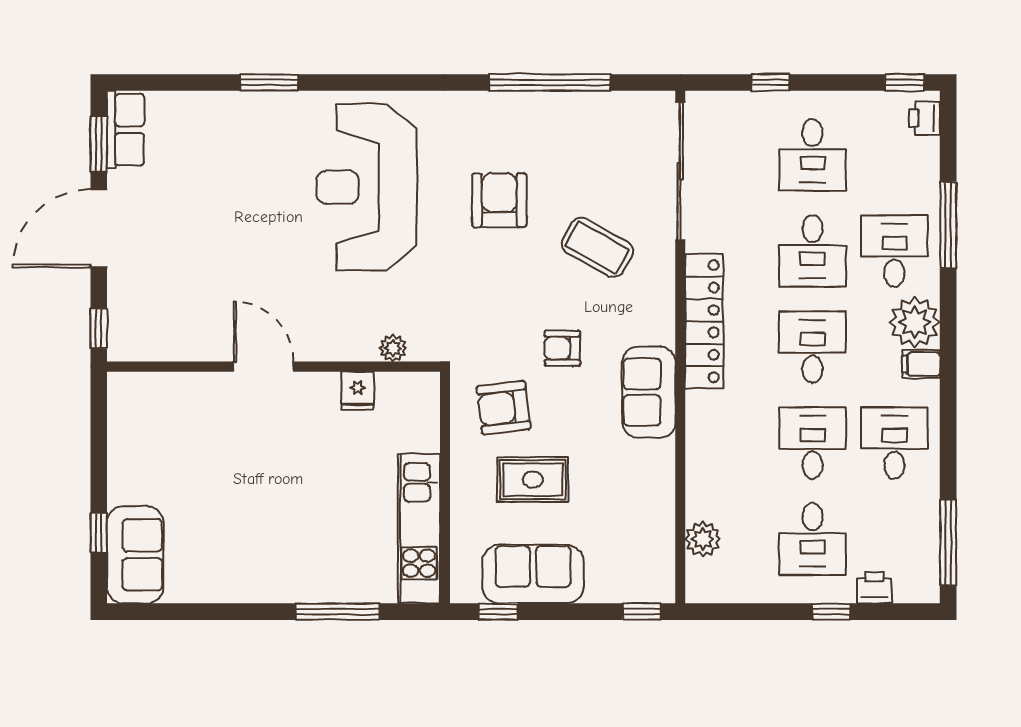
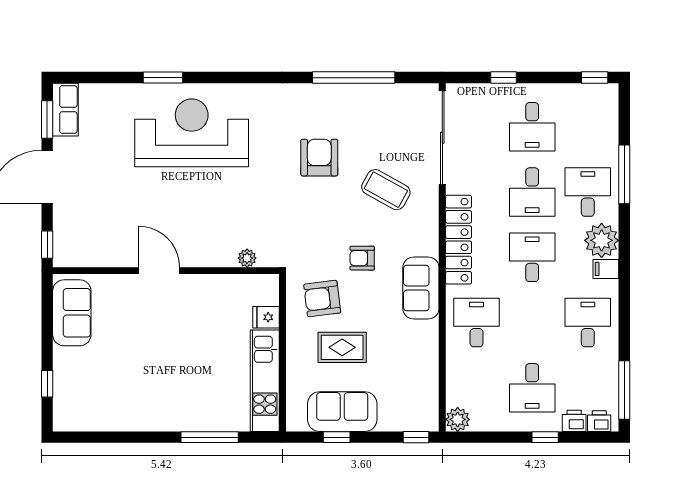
printer: (925, 118) -> (599, 421), moved, turned 90
reception desk: (367, 187) -> (192, 133), moved, turned 90
fridge: (357, 391) -> (266, 317), moved, turned 90
desk: (813, 443) -> (477, 323), moved
plant: (703, 539) -> (458, 419), moved
sofa: (135, 555) -> (72, 313), moved
window: (498, 612) -> (337, 437), moved

